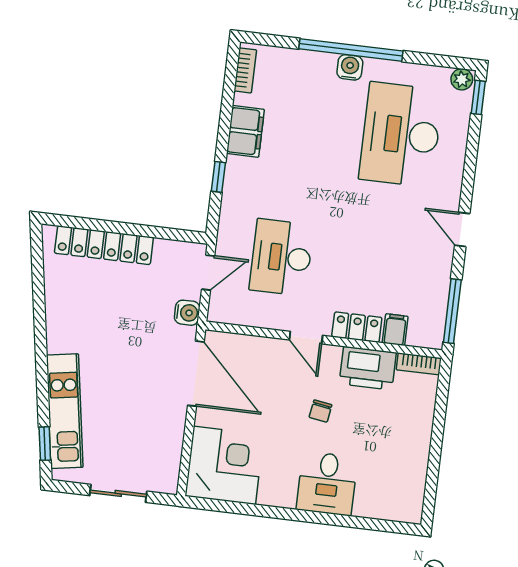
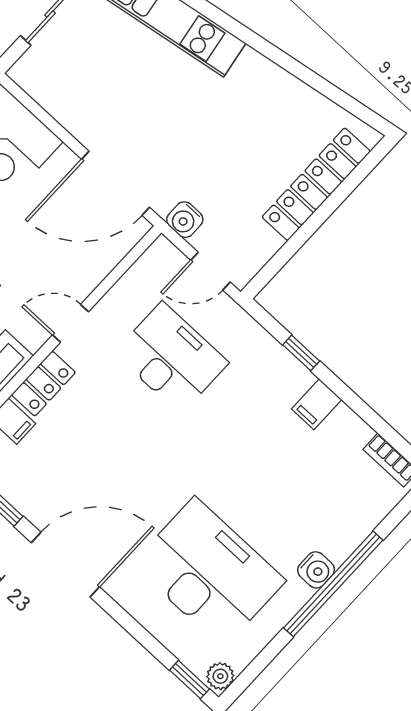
filing cabinet: (245, 131) -> (317, 404), width x0.50
door: (462, 229) -> (65, 565), width x1.87
door: (208, 273) -> (210, 271), hinge flipped

